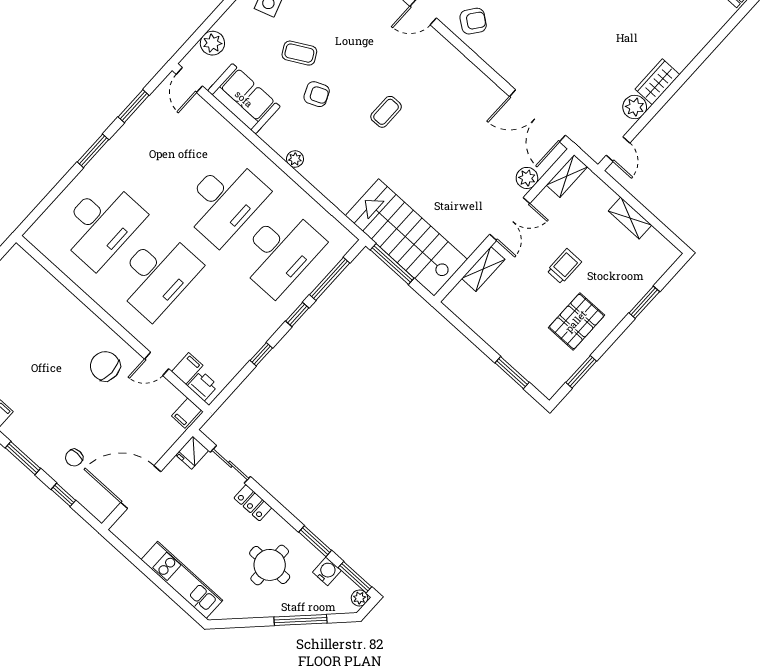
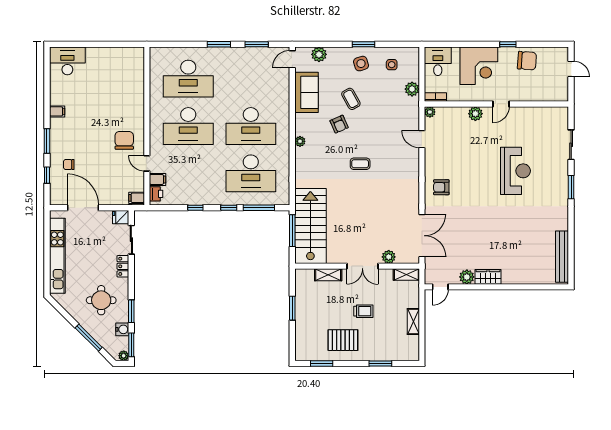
armchair: (473, 21) -> (441, 187), moved, turned 143
double door: (537, 116) -> (422, 236), swing flipped
window: (512, 373) -> (292, 308), moved
kitchen unit: (182, 580) -> (57, 256), width x1.36

